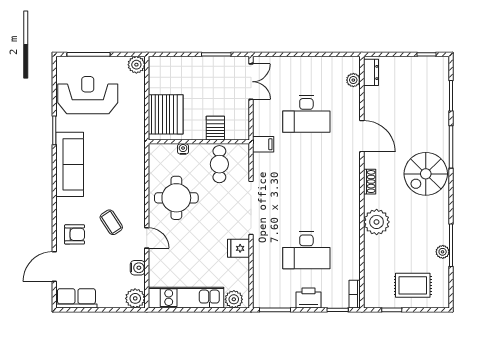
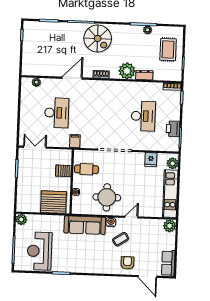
dresser: (371, 72) -> (144, 75), moved
sofa: (70, 164) -> (85, 225), moved, turned 180
fridge: (238, 248) -> (151, 160), moved
water cooler: (138, 268) -> (111, 222), moved
printer: (309, 298) -> (173, 129), moved

